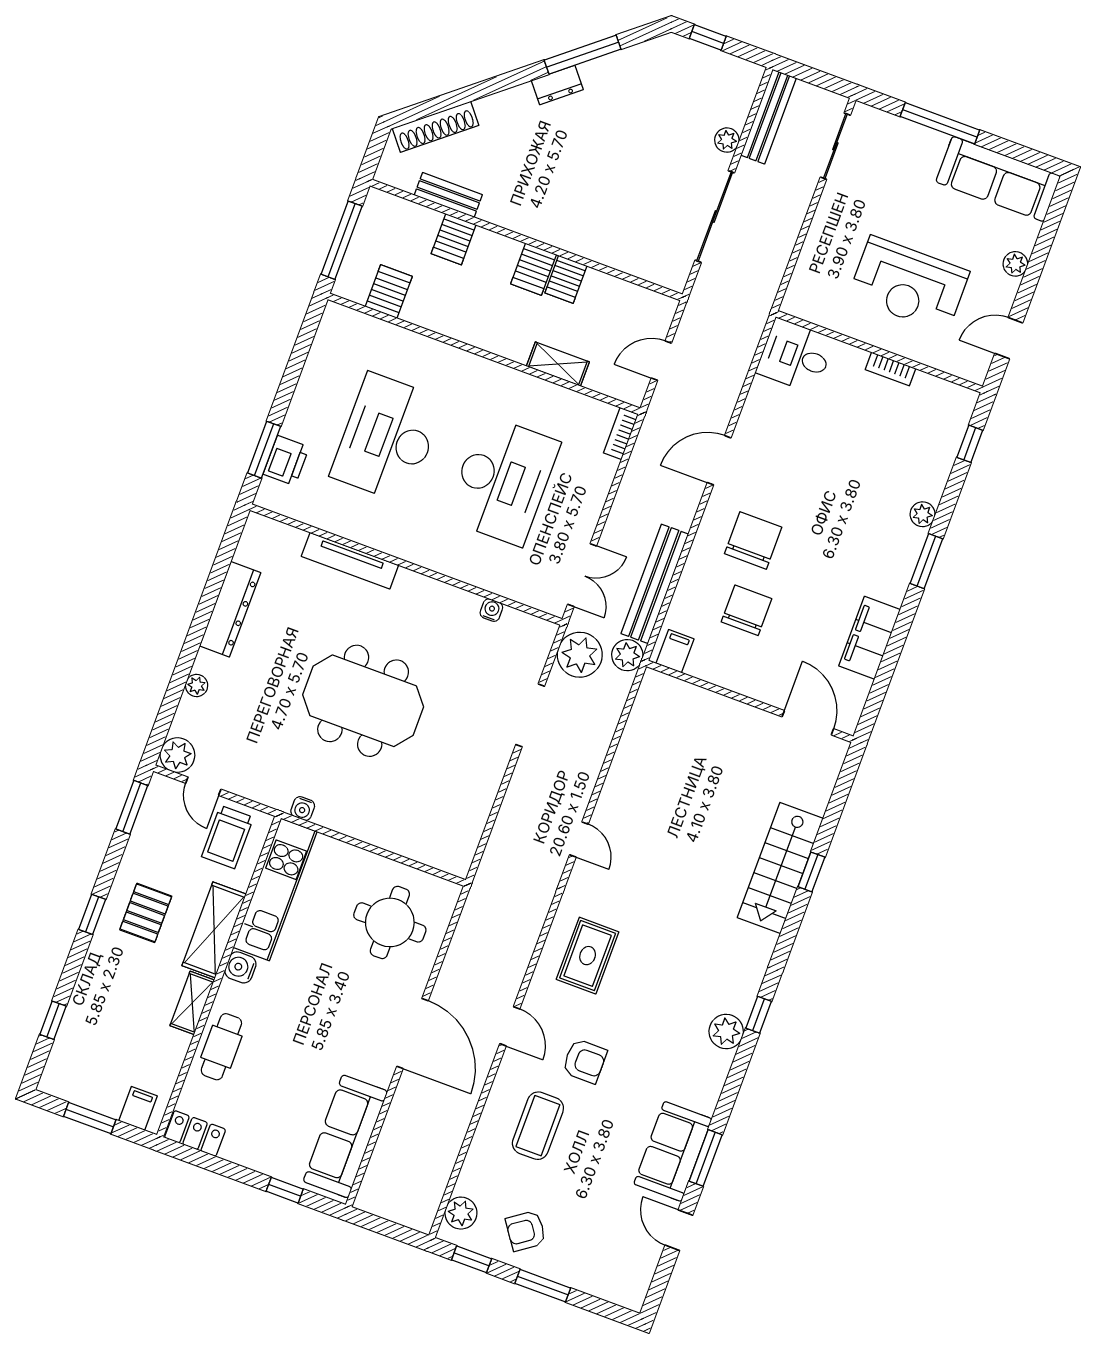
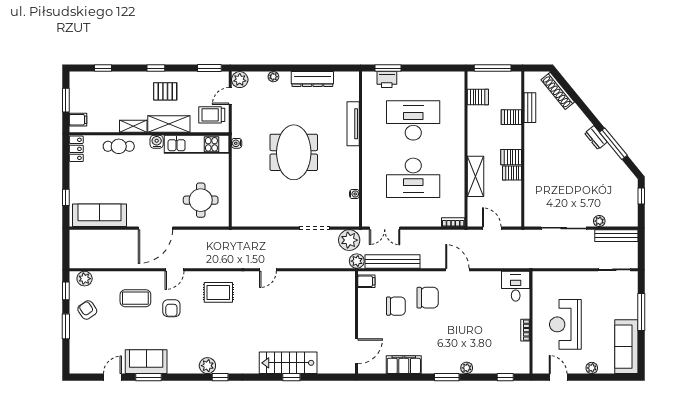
shelving: (558, 364) -> (475, 176), width x1.50, depth x1.33

